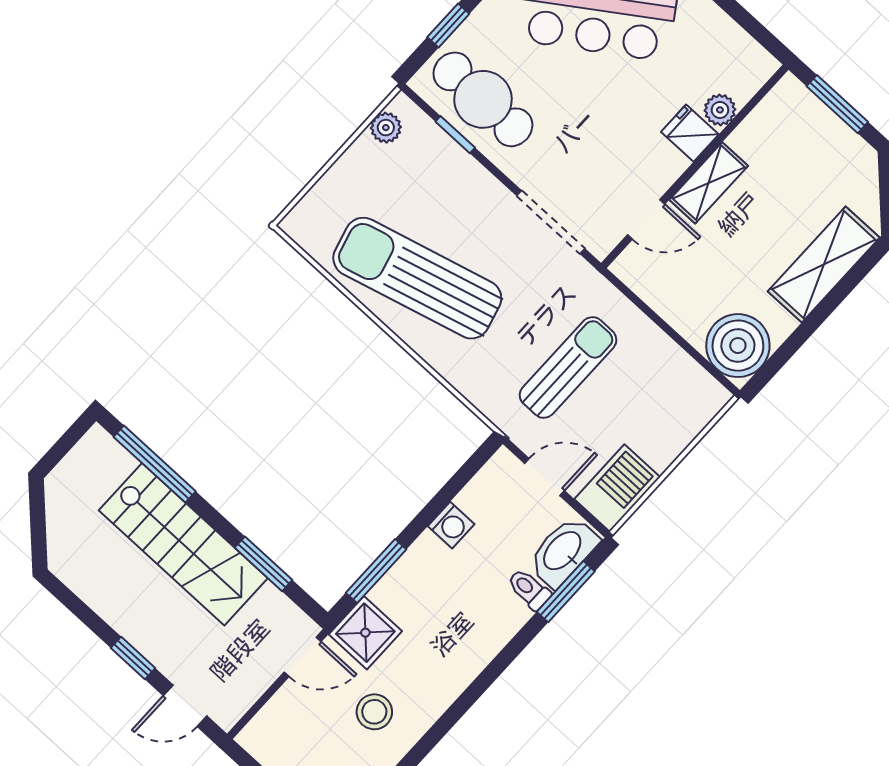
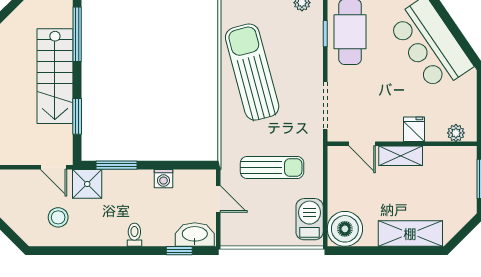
plant: (720, 110) -> (456, 133), moved
barbecue: (617, 488) -> (310, 219), moved, turned -90
toilet: (529, 589) -> (134, 235), moved
window: (566, 592) -> (179, 251), width x0.67

